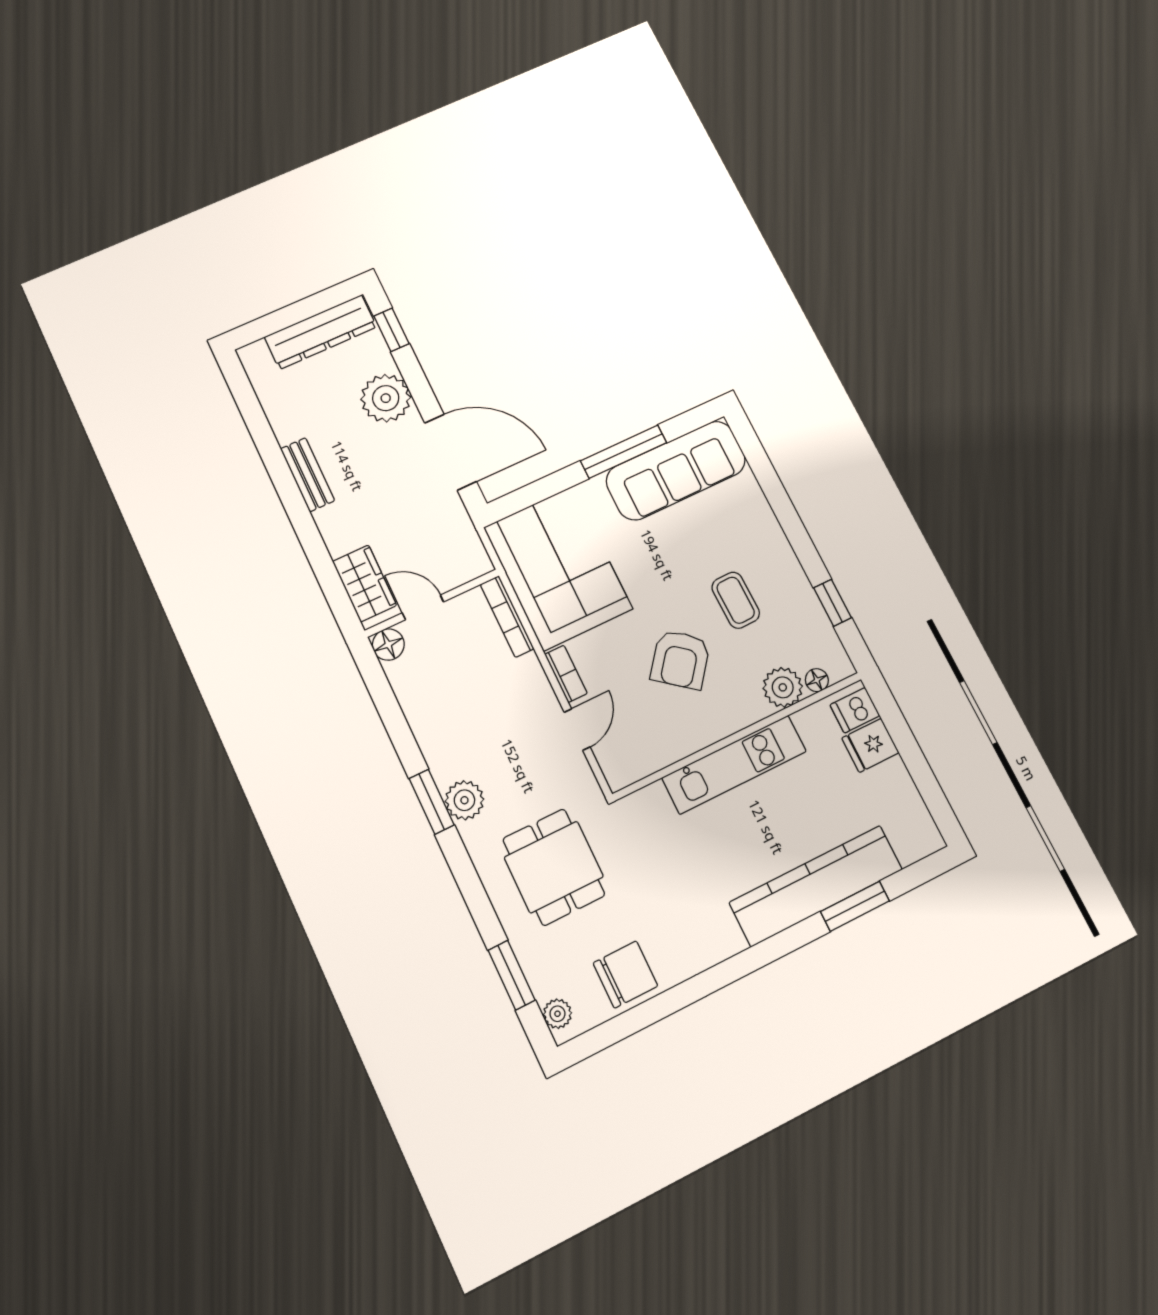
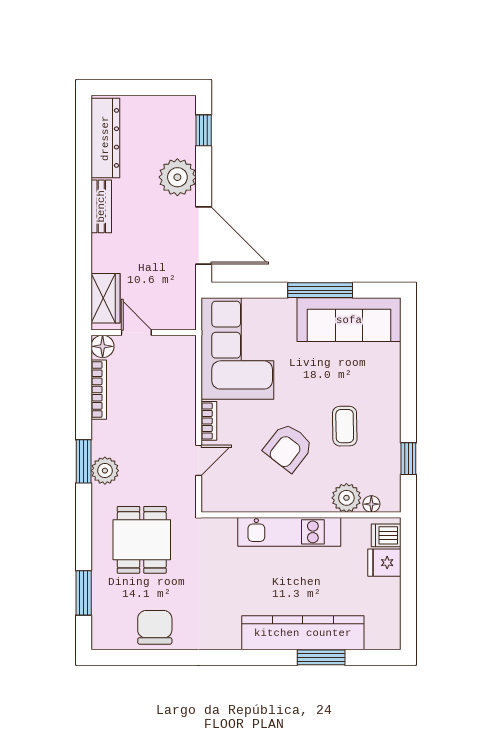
dresser: (321, 332) -> (105, 138), moved, turned -90
bookcase: (507, 616) -> (99, 390), moved, turned 180
chair: (625, 974) -> (155, 627), turned -90
plant: (557, 1014) -> (101, 630), removed

